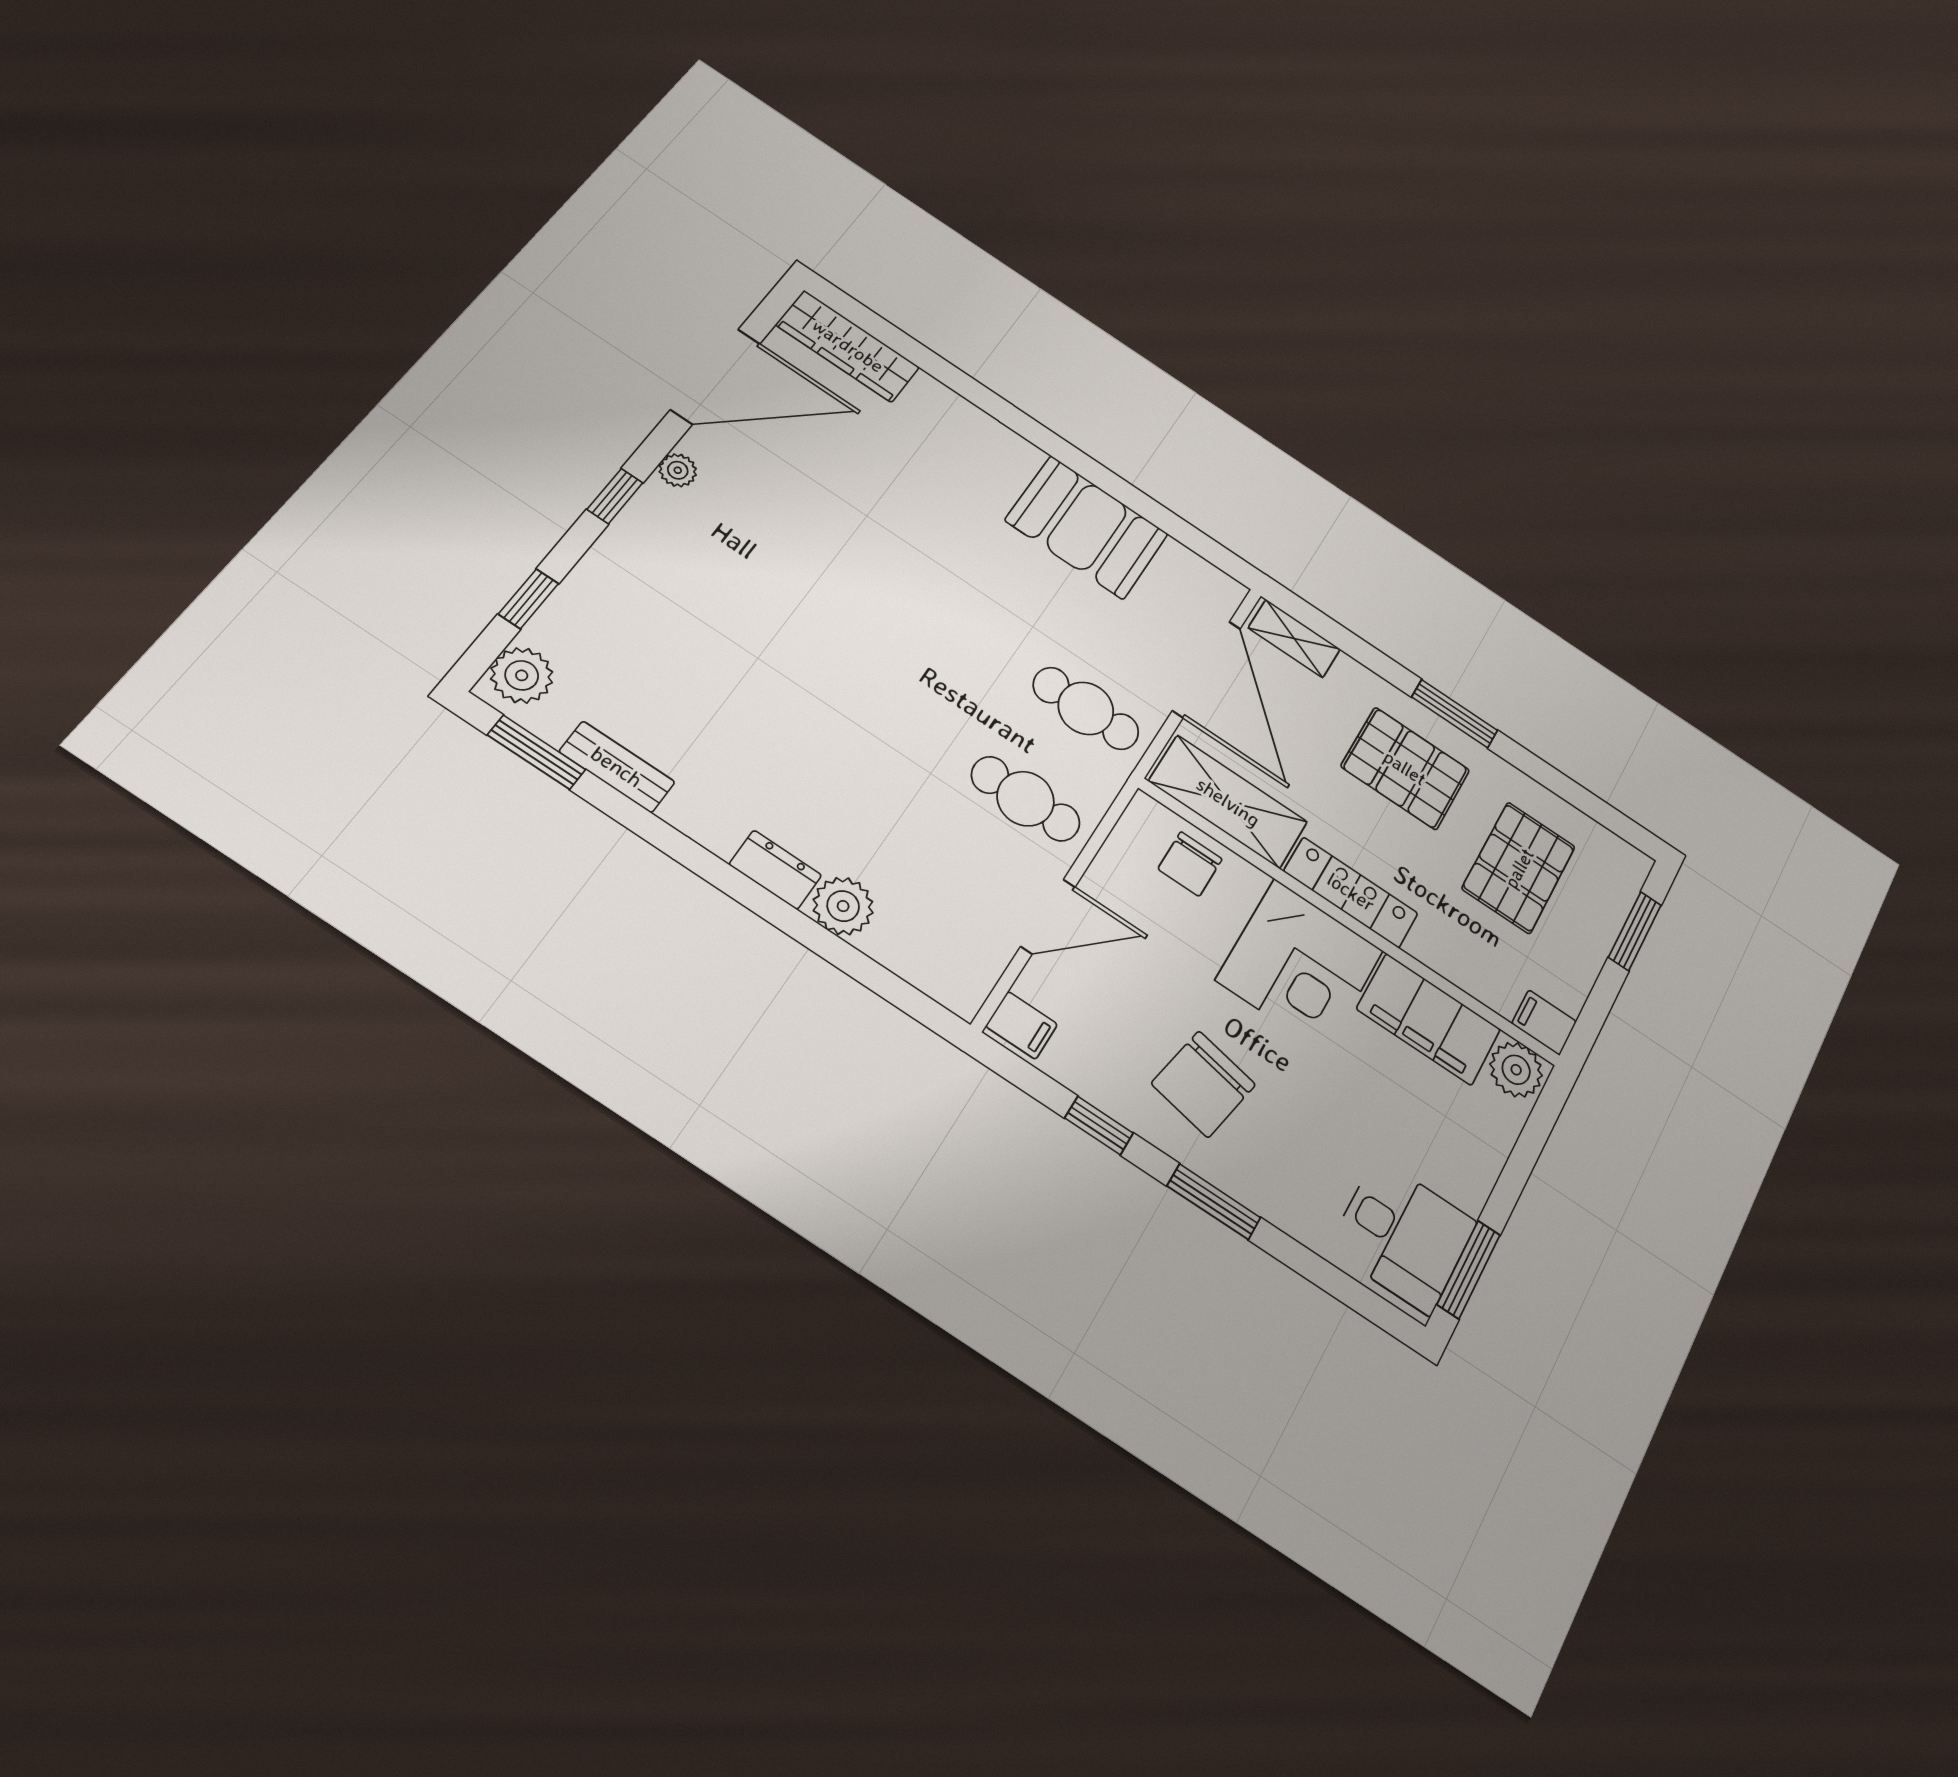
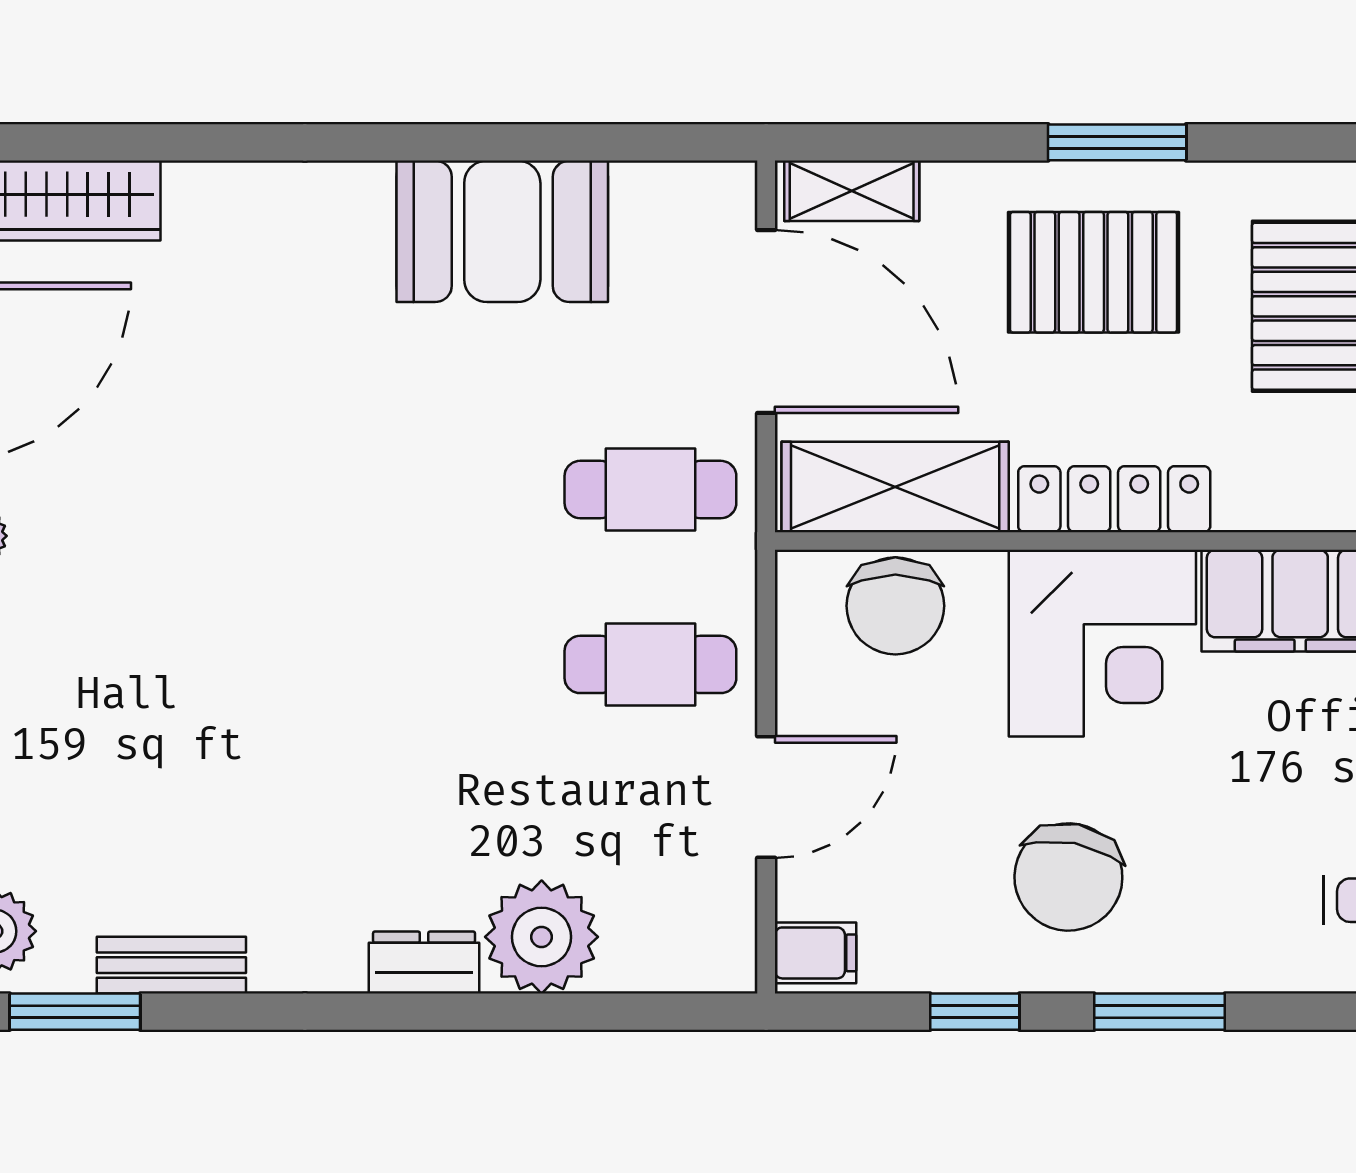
chair: (1190, 864) -> (895, 606), width x1.37, depth x1.37
plant: (843, 906) -> (542, 937), width x1.36, depth x1.36

